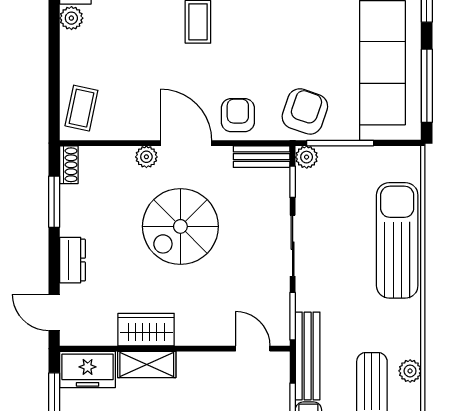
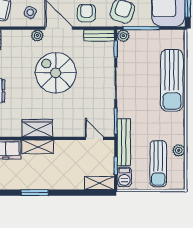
side table: (133, 114) -> (30, 12), added
spiral stairs: (180, 226) -> (56, 73), turned 90
sun lounger: (397, 240) -> (172, 80), turned 180

